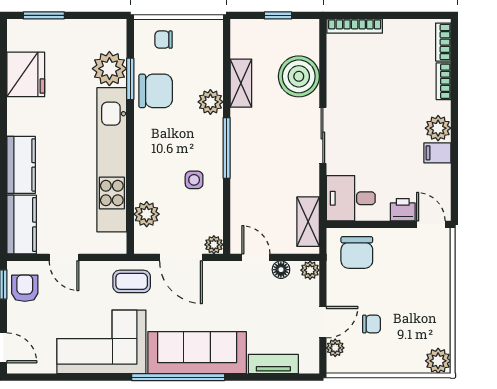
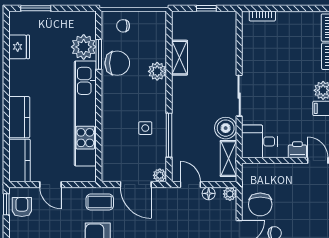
bookcase: (355, 26) -> (262, 16), width x0.64
fridge: (26, 74) -> (19, 47), width x0.73, depth x0.75
boiler: (299, 76) -> (226, 128), moved, width x0.73, depth x0.73
window: (227, 148) -> (169, 135), moved
plant: (147, 214) -> (111, 153), removed
chair: (357, 252) -> (260, 204), moved

